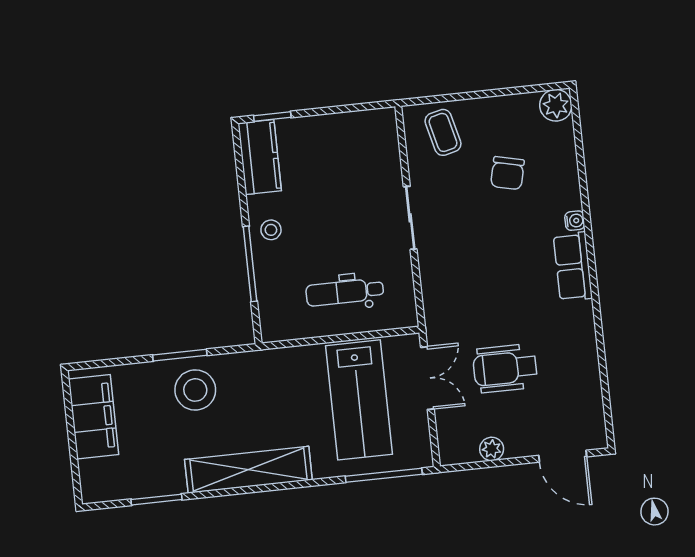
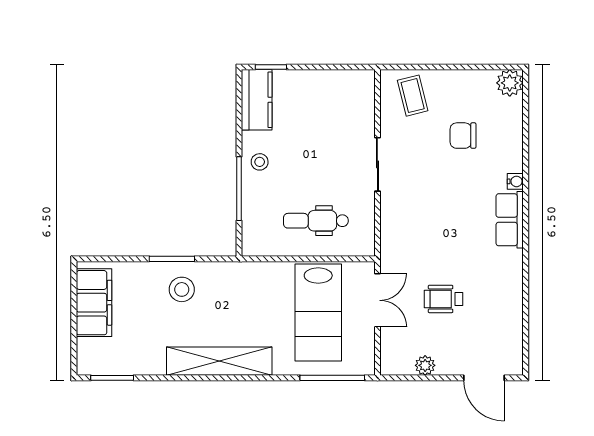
chair: (507, 173) -> (463, 136), turned 77
wheelchair: (505, 368) -> (444, 299), width x0.73, depth x0.73
stool: (195, 390) -> (182, 289), width x0.73, depth x0.73
window: (156, 500) -> (112, 378), moved

